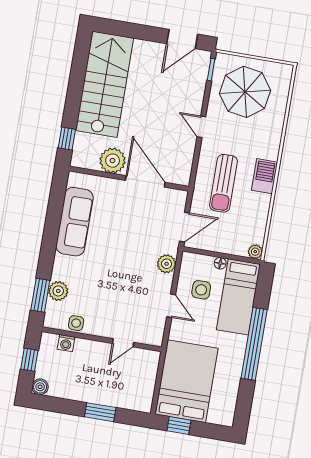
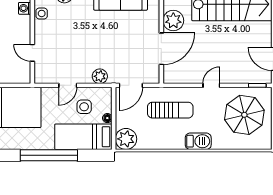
barbecue: (265, 176) -> (198, 141), moved
sun lounger: (223, 183) -> (170, 110), turned 180
door: (184, 227) -> (131, 85), hinge flipped
plant: (255, 252) -> (126, 139), width x1.88, depth x1.88

